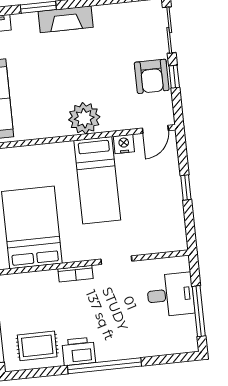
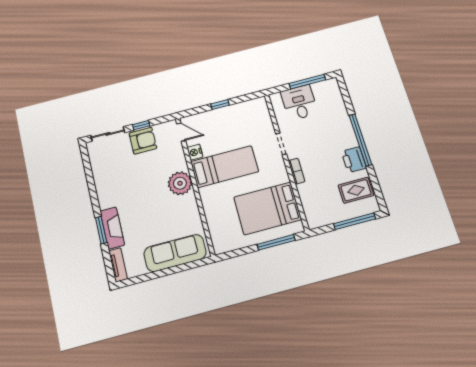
fireplace: (66, 19) -> (112, 228), moved
rug: (37, 346) -> (356, 190), turned 90

